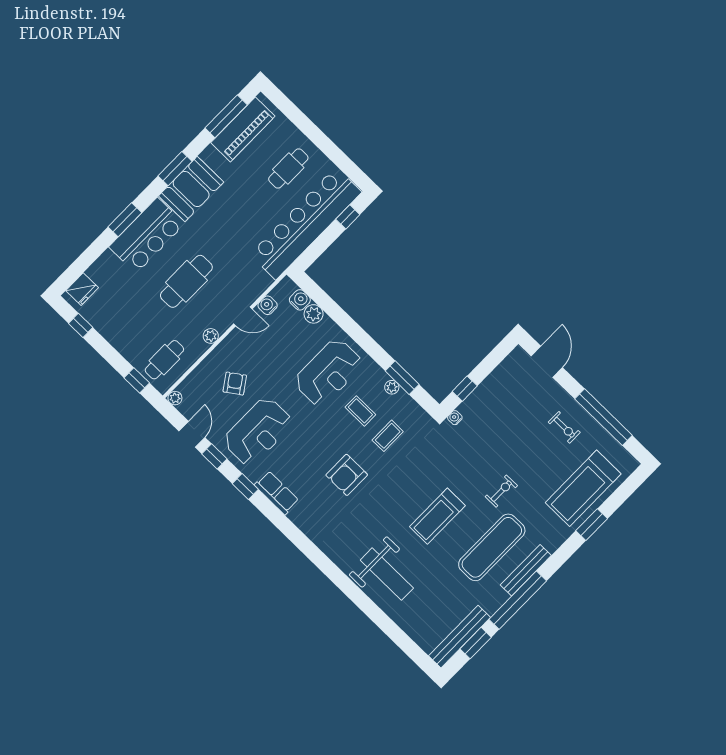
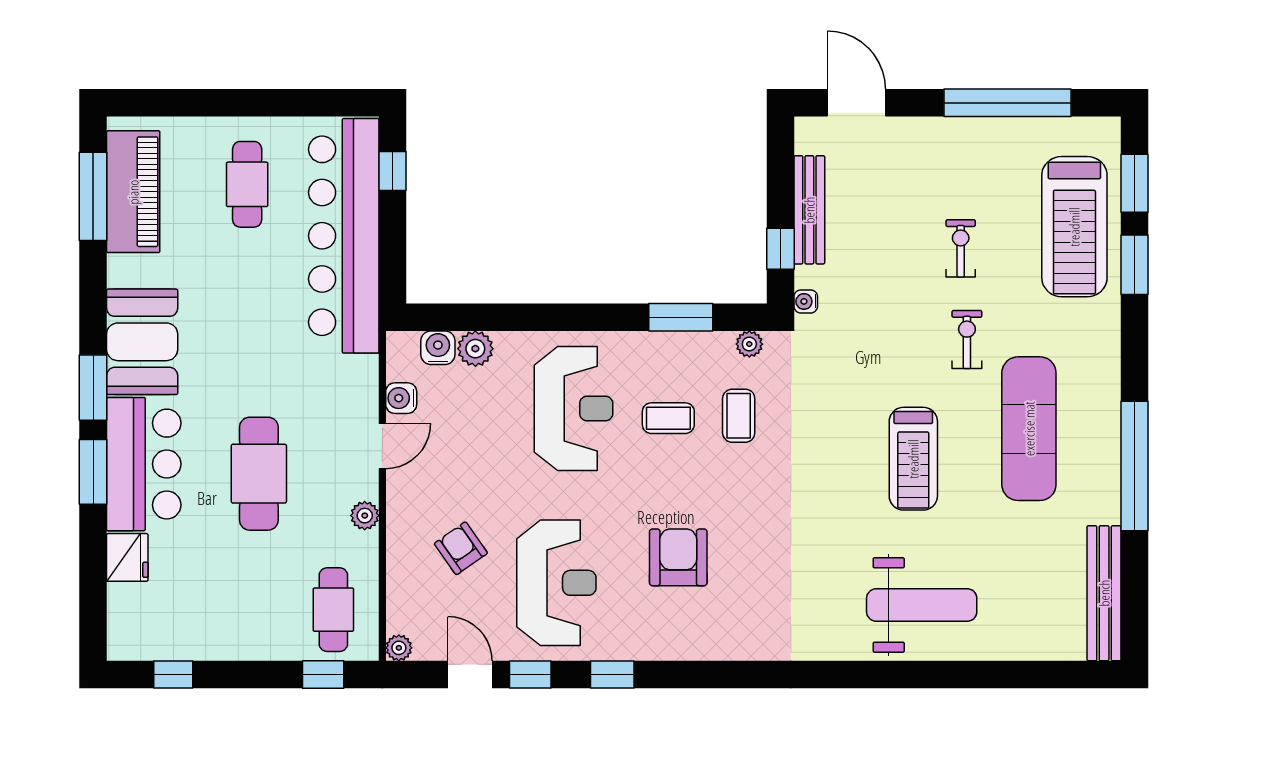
window: (175, 169) -> (93, 388), moved
fridge: (82, 289) -> (127, 557), moved
plant: (392, 387) -> (749, 344), moved
exercise bike: (564, 427) -> (961, 248), moved, turned -90
armchair: (347, 475) -> (678, 557), moved, turned 180
row of seats: (277, 493) -> (663, 641), removed
bench: (526, 570) -> (809, 210), moved
window: (476, 643) -> (1134, 183), moved

